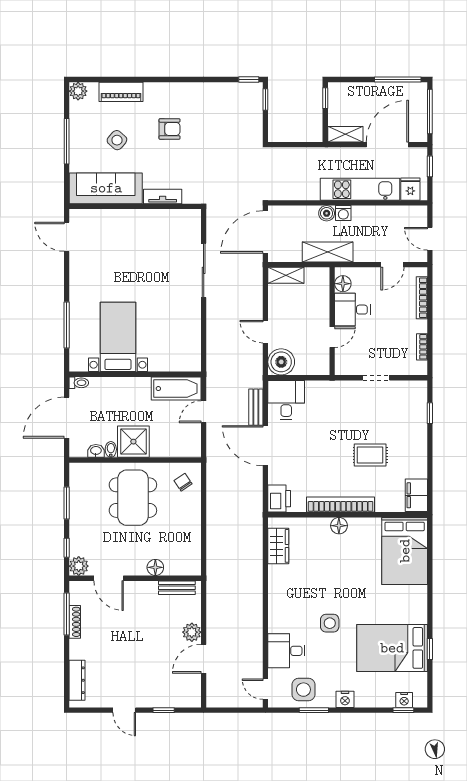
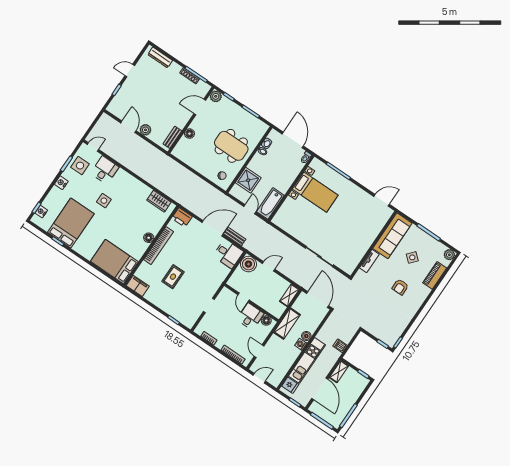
dishwasher: (308, 157) -> (340, 346), added
shower: (133, 442) -> (248, 180), moved

